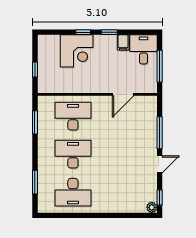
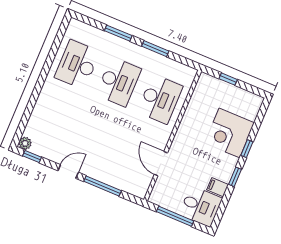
window: (35, 122) -> (155, 49), moved
door: (160, 164) -> (68, 172), swing flipped
window: (35, 182) -> (118, 33), moved

